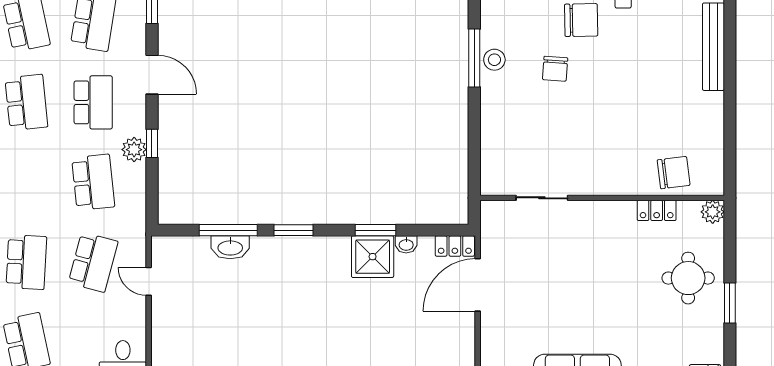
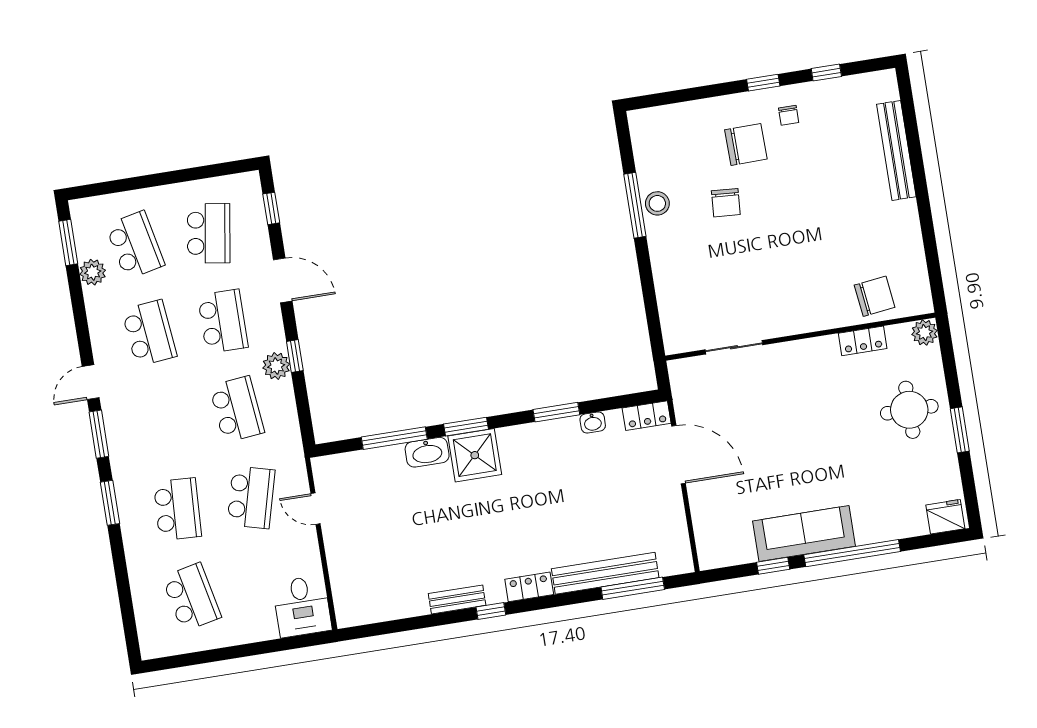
washbasin: (230, 247) -> (427, 452), moved
shower: (373, 257) -> (475, 455), moved
door: (478, 285) -> (679, 455), swing flipped

